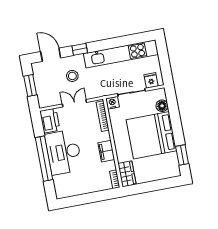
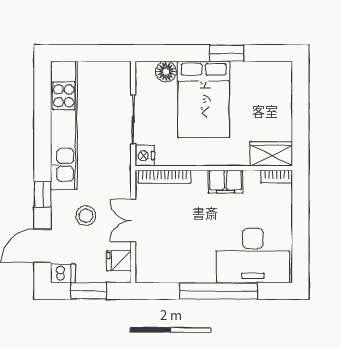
dishwasher: (37, 69) -> (63, 273), added
fridge: (151, 80) -> (119, 261), moved
printer: (50, 121) -> (155, 269), removed
bed: (151, 135) -> (204, 99), width x0.73
desk: (63, 152) -> (253, 255), moved
window: (182, 155) -> (227, 53), moved

